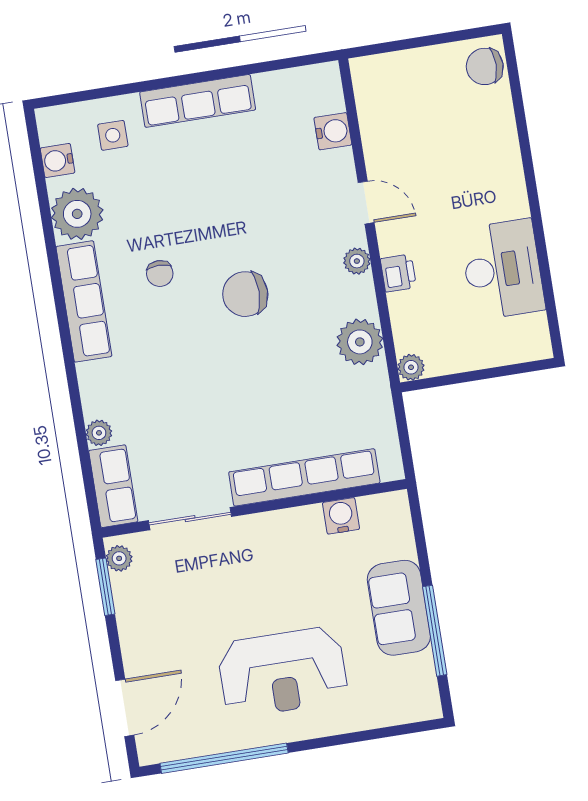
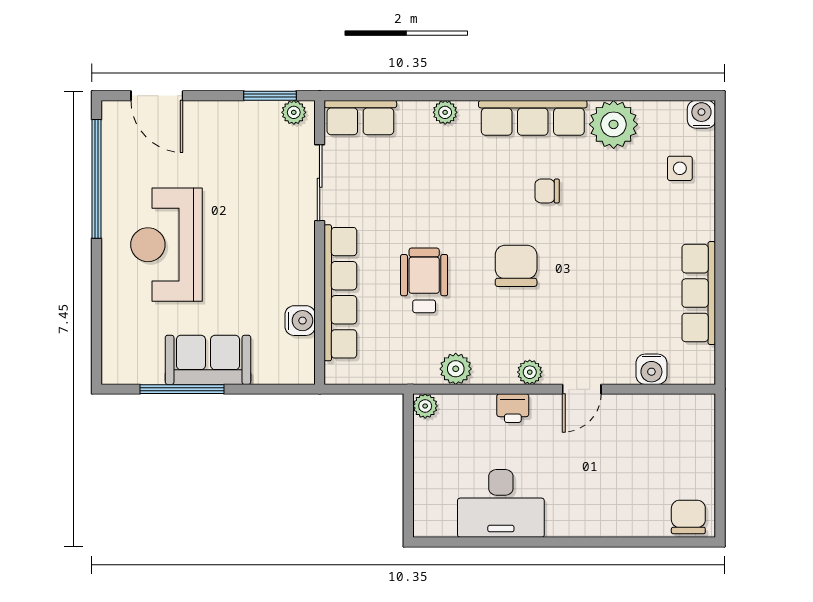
row of seats: (198, 101) -> (699, 293), moved
water cooler: (57, 160) -> (701, 114), moved
plant: (360, 342) -> (456, 369), width x0.73, depth x0.73
wheelchair: (277, 390) -> (424, 280), added
plant: (99, 433) -> (445, 112), moved

